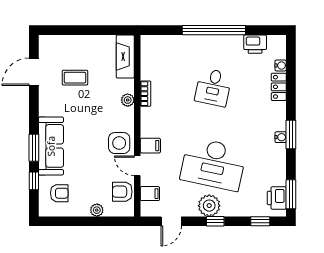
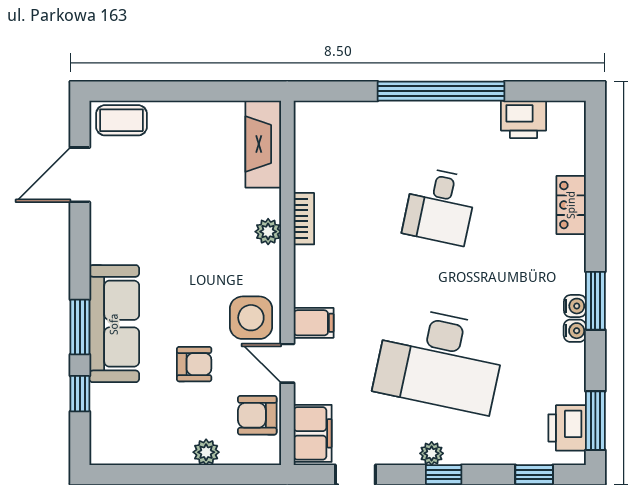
water cooler: (281, 65) -> (575, 331), moved
coffee table: (75, 78) -> (121, 120), moved
armchair: (59, 193) -> (194, 364), moved
filing cabinet: (150, 194) -> (313, 433), width x2.00
plant: (209, 206) -> (432, 453), width x0.53, depth x0.53

